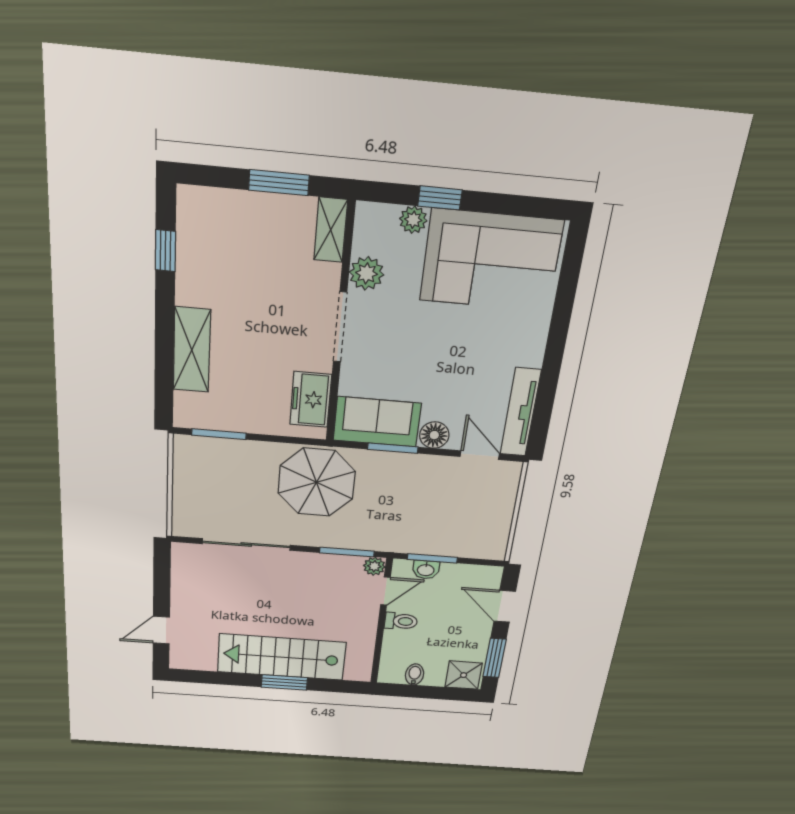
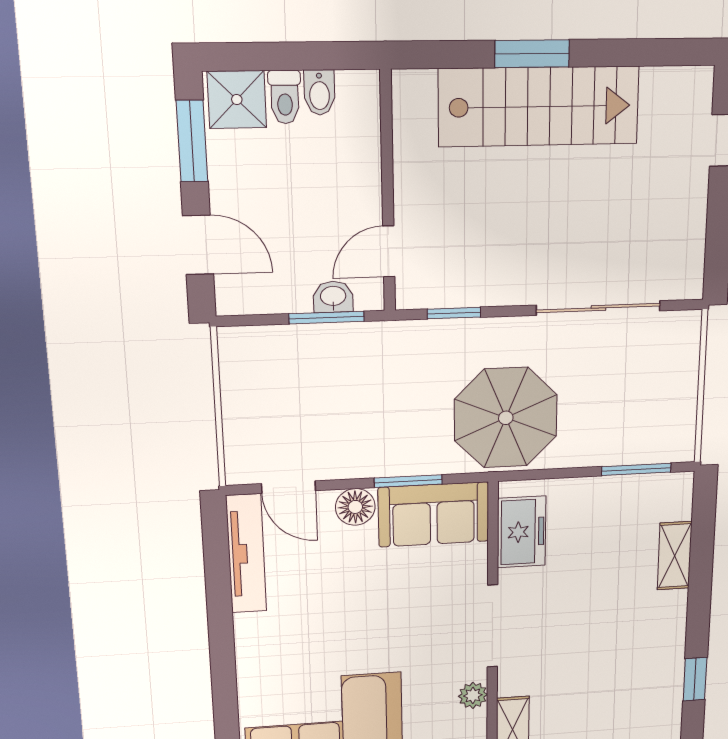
plant: (367, 273) -> (473, 695), width x0.73, depth x0.73
shelving: (192, 350) -> (675, 556), width x0.67, depth x0.75
window: (347, 552) -> (454, 313), width x0.67
plant: (374, 566) -> (411, 294), removed
toilet: (401, 621) -> (285, 97), moved, turned -90

